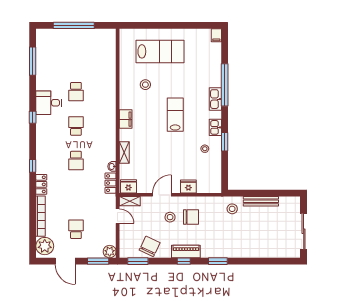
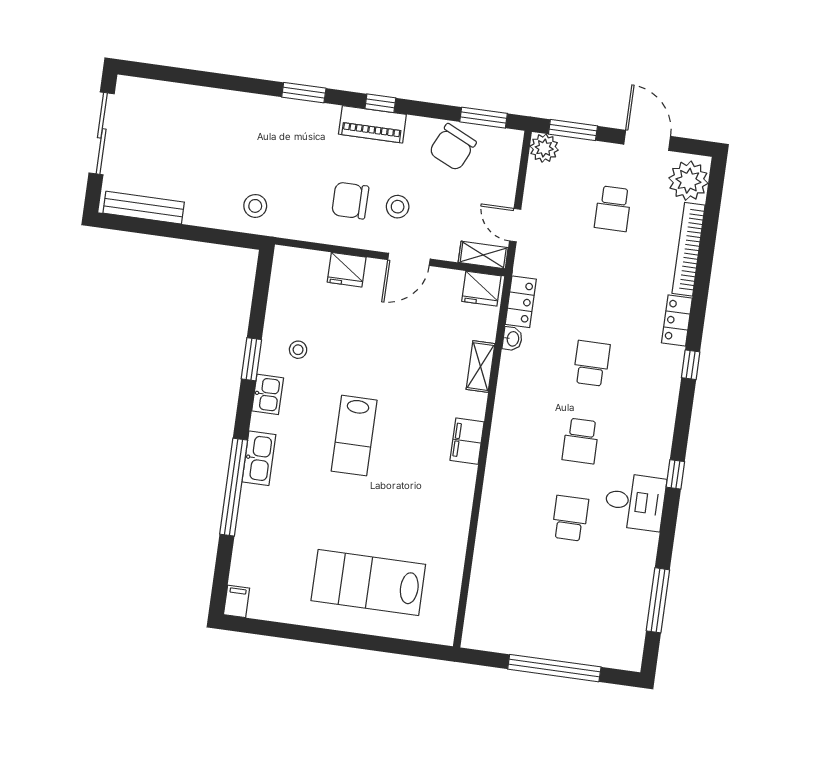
stool: (145, 85) -> (412, 512), removed
bench: (261, 201) -> (144, 208), moved

